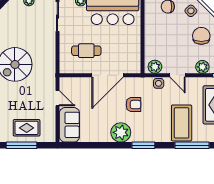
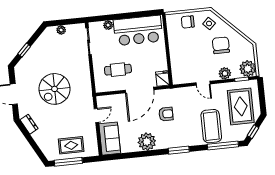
fridge: (134, 65) -> (163, 78), added
plant: (155, 67) -> (182, 78), removed
side table: (159, 83) -> (187, 92), removed
door: (57, 98) -> (96, 115), hinge flipped
plant: (121, 132) -> (147, 142), moved

